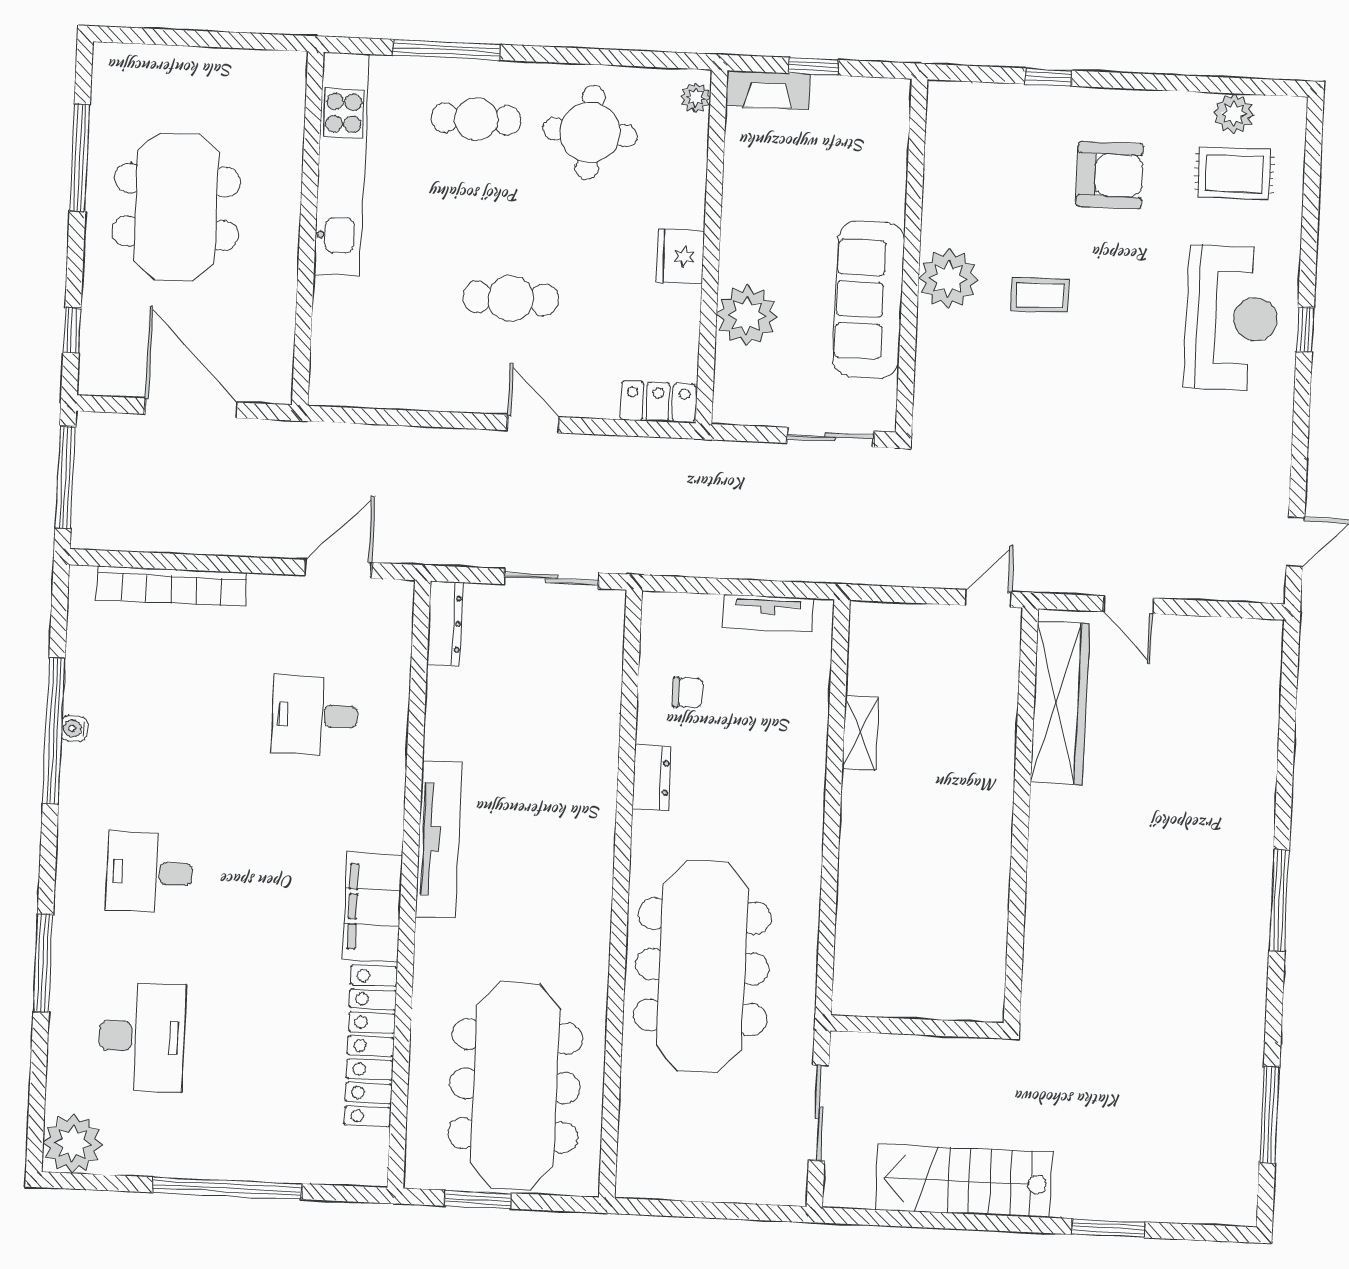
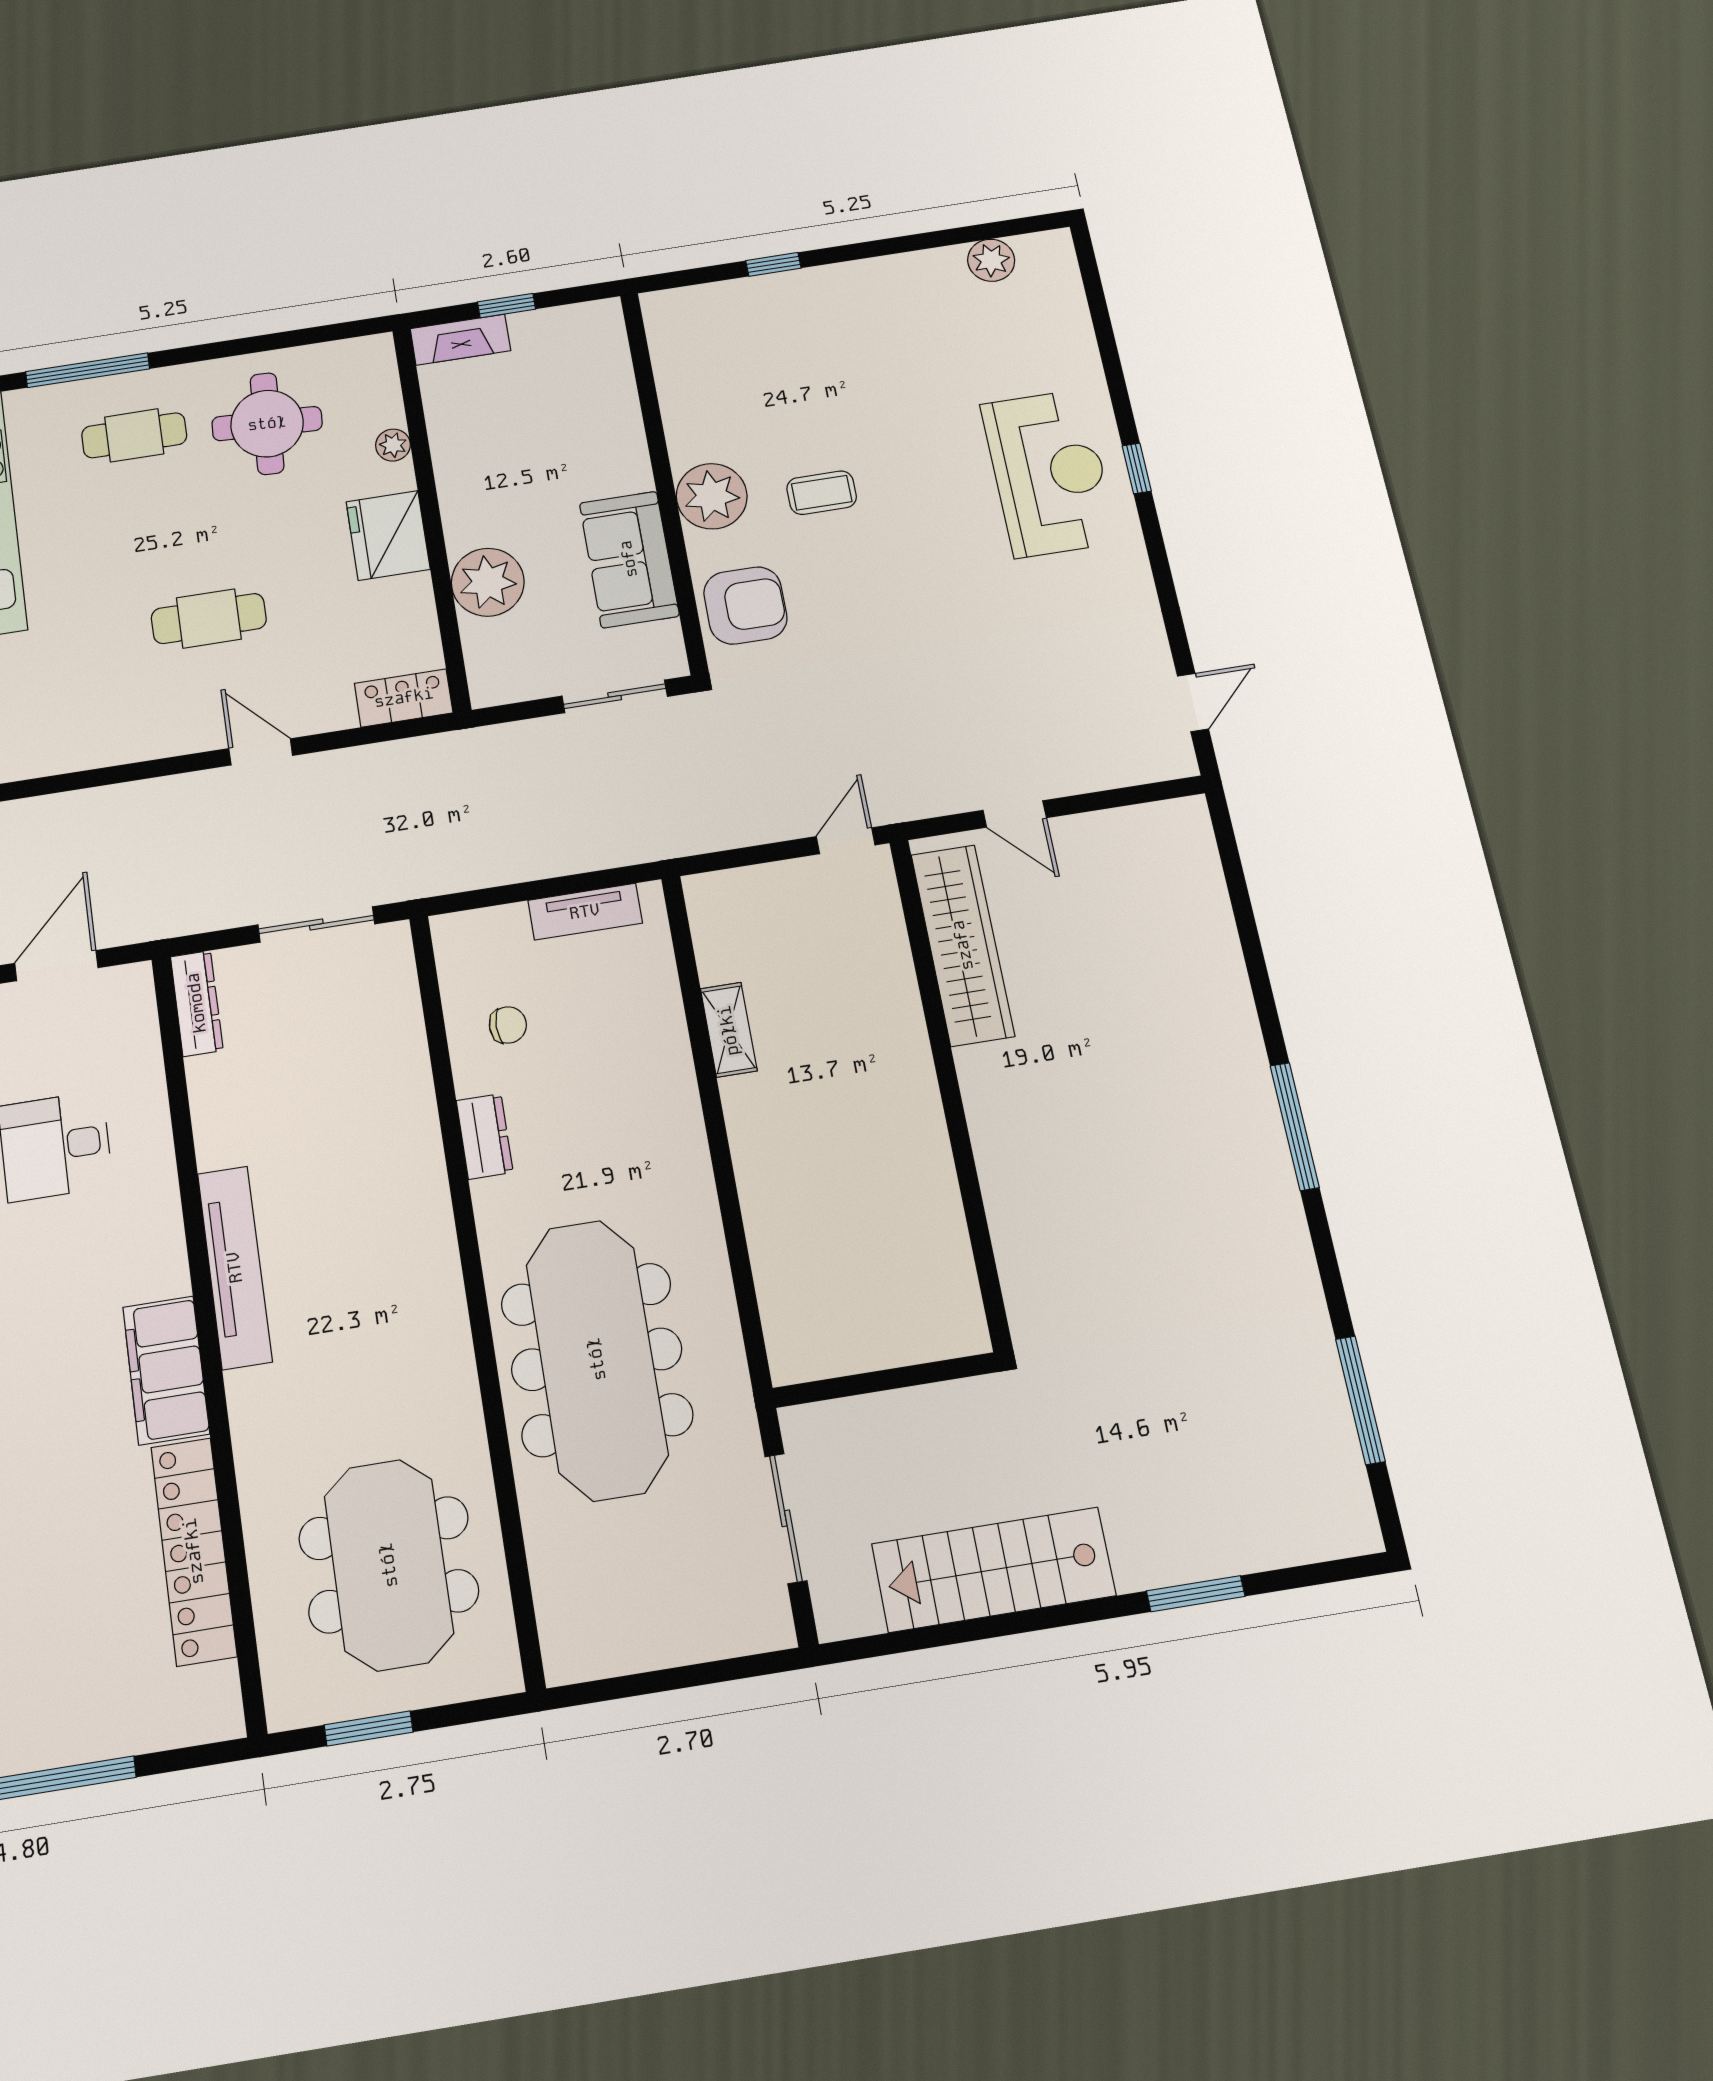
plant: (696, 98) -> (393, 445), moved
rug: (1234, 174) -> (1009, 321), removed
armchair: (1110, 175) -> (745, 605), moved
fridge: (680, 256) -> (388, 535), width x1.36, depth x1.34
sofa: (869, 300) -> (629, 559), width x0.73
meeting table: (515, 1086) -> (389, 1565), width x0.73

